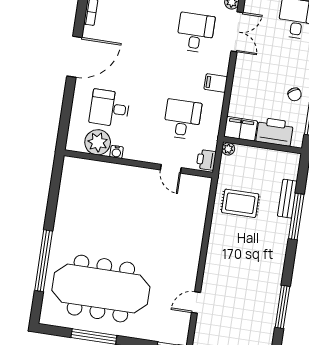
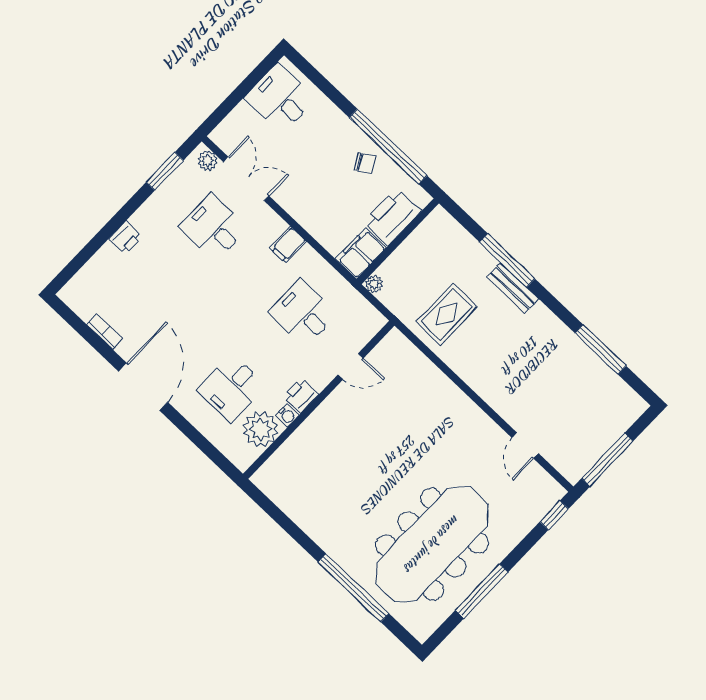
printer: (206, 160) -> (301, 395), moved, turned 90
bench: (287, 199) -> (513, 288), moved

